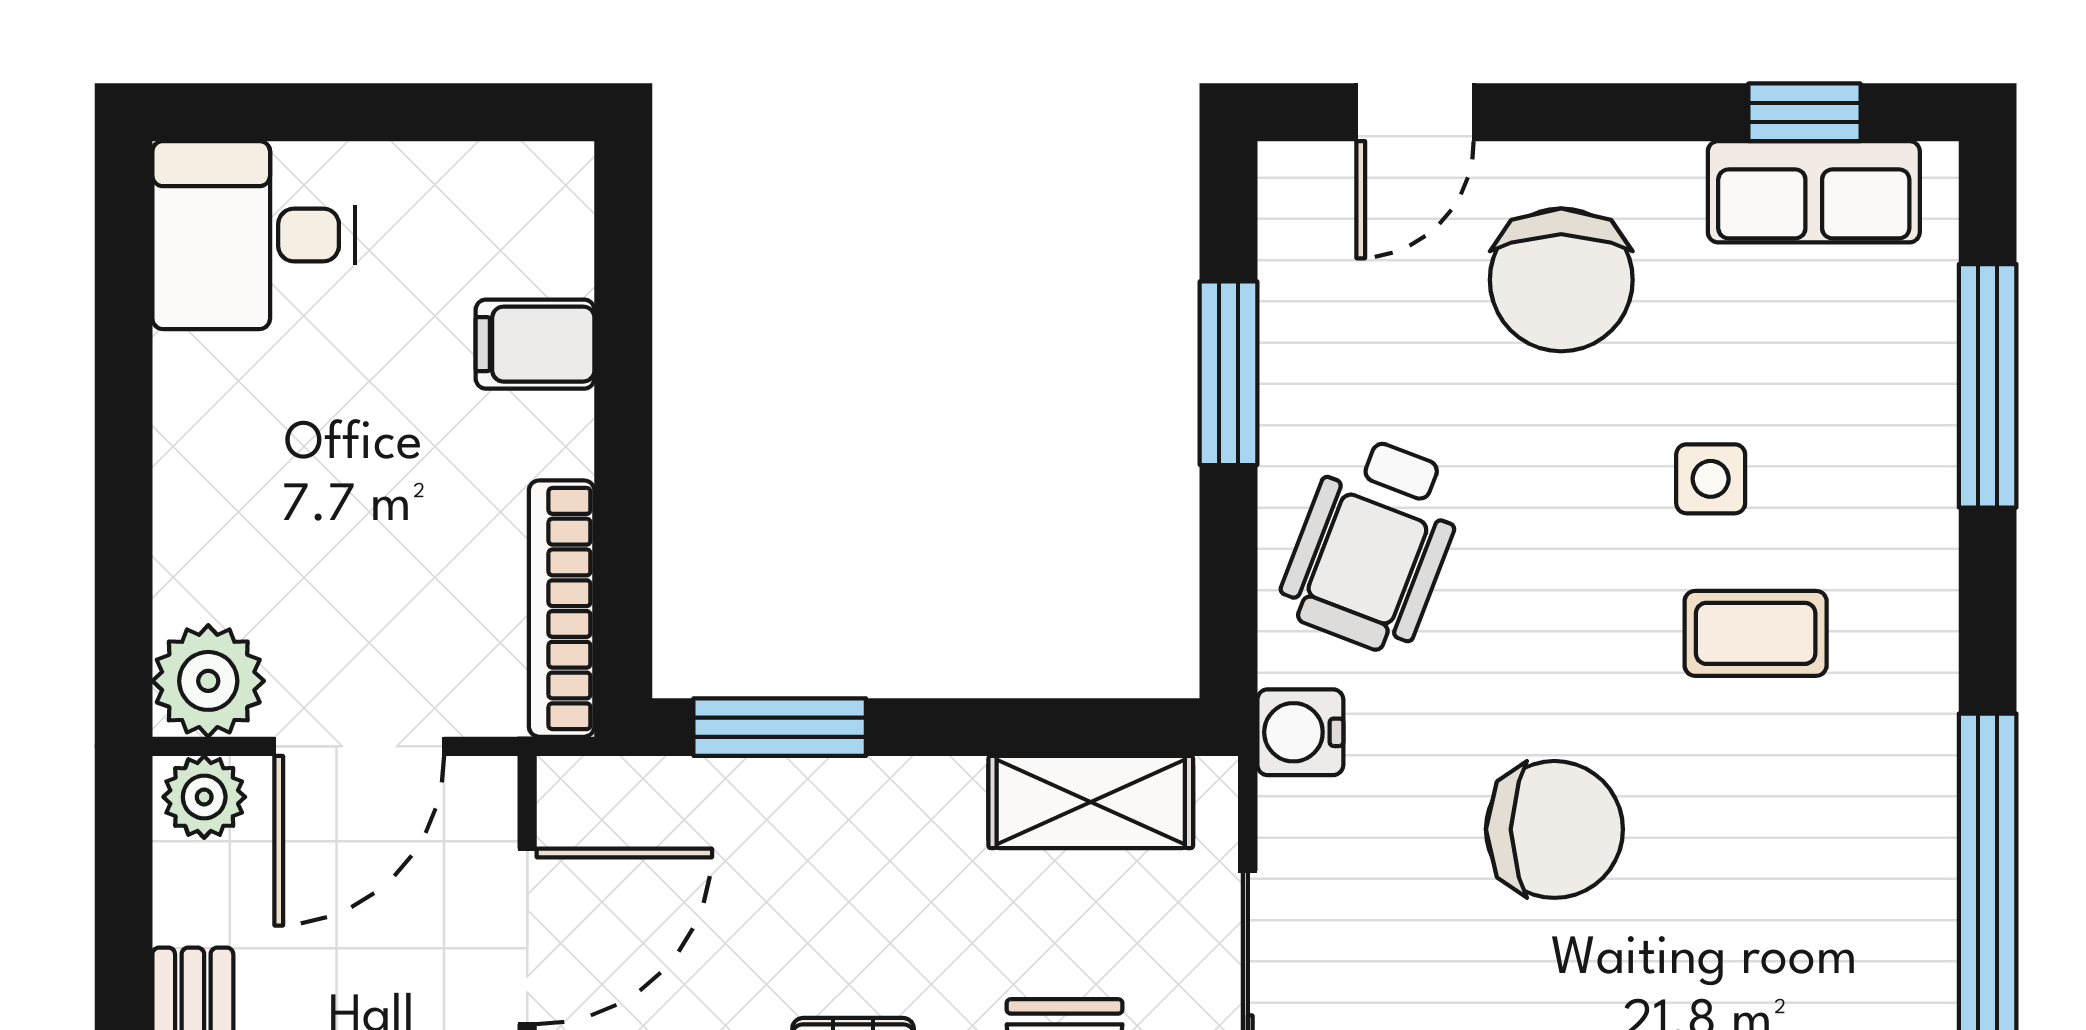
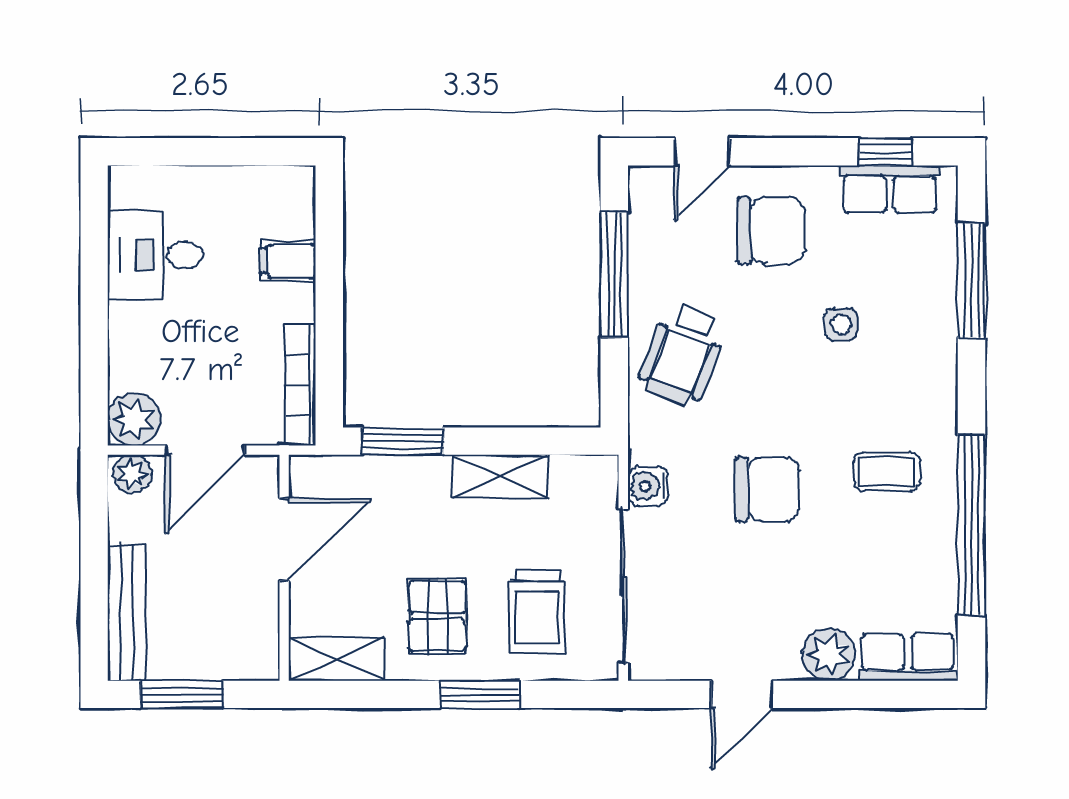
desk: (254, 235) -> (155, 255), moved
chair: (1561, 280) -> (771, 231), turned -90
window: (1229, 373) -> (614, 275), width x1.44
coffee table: (1756, 633) -> (887, 472), moved
water cooler: (1300, 732) -> (648, 486), moved
shelving: (1091, 802) -> (500, 476), moved

